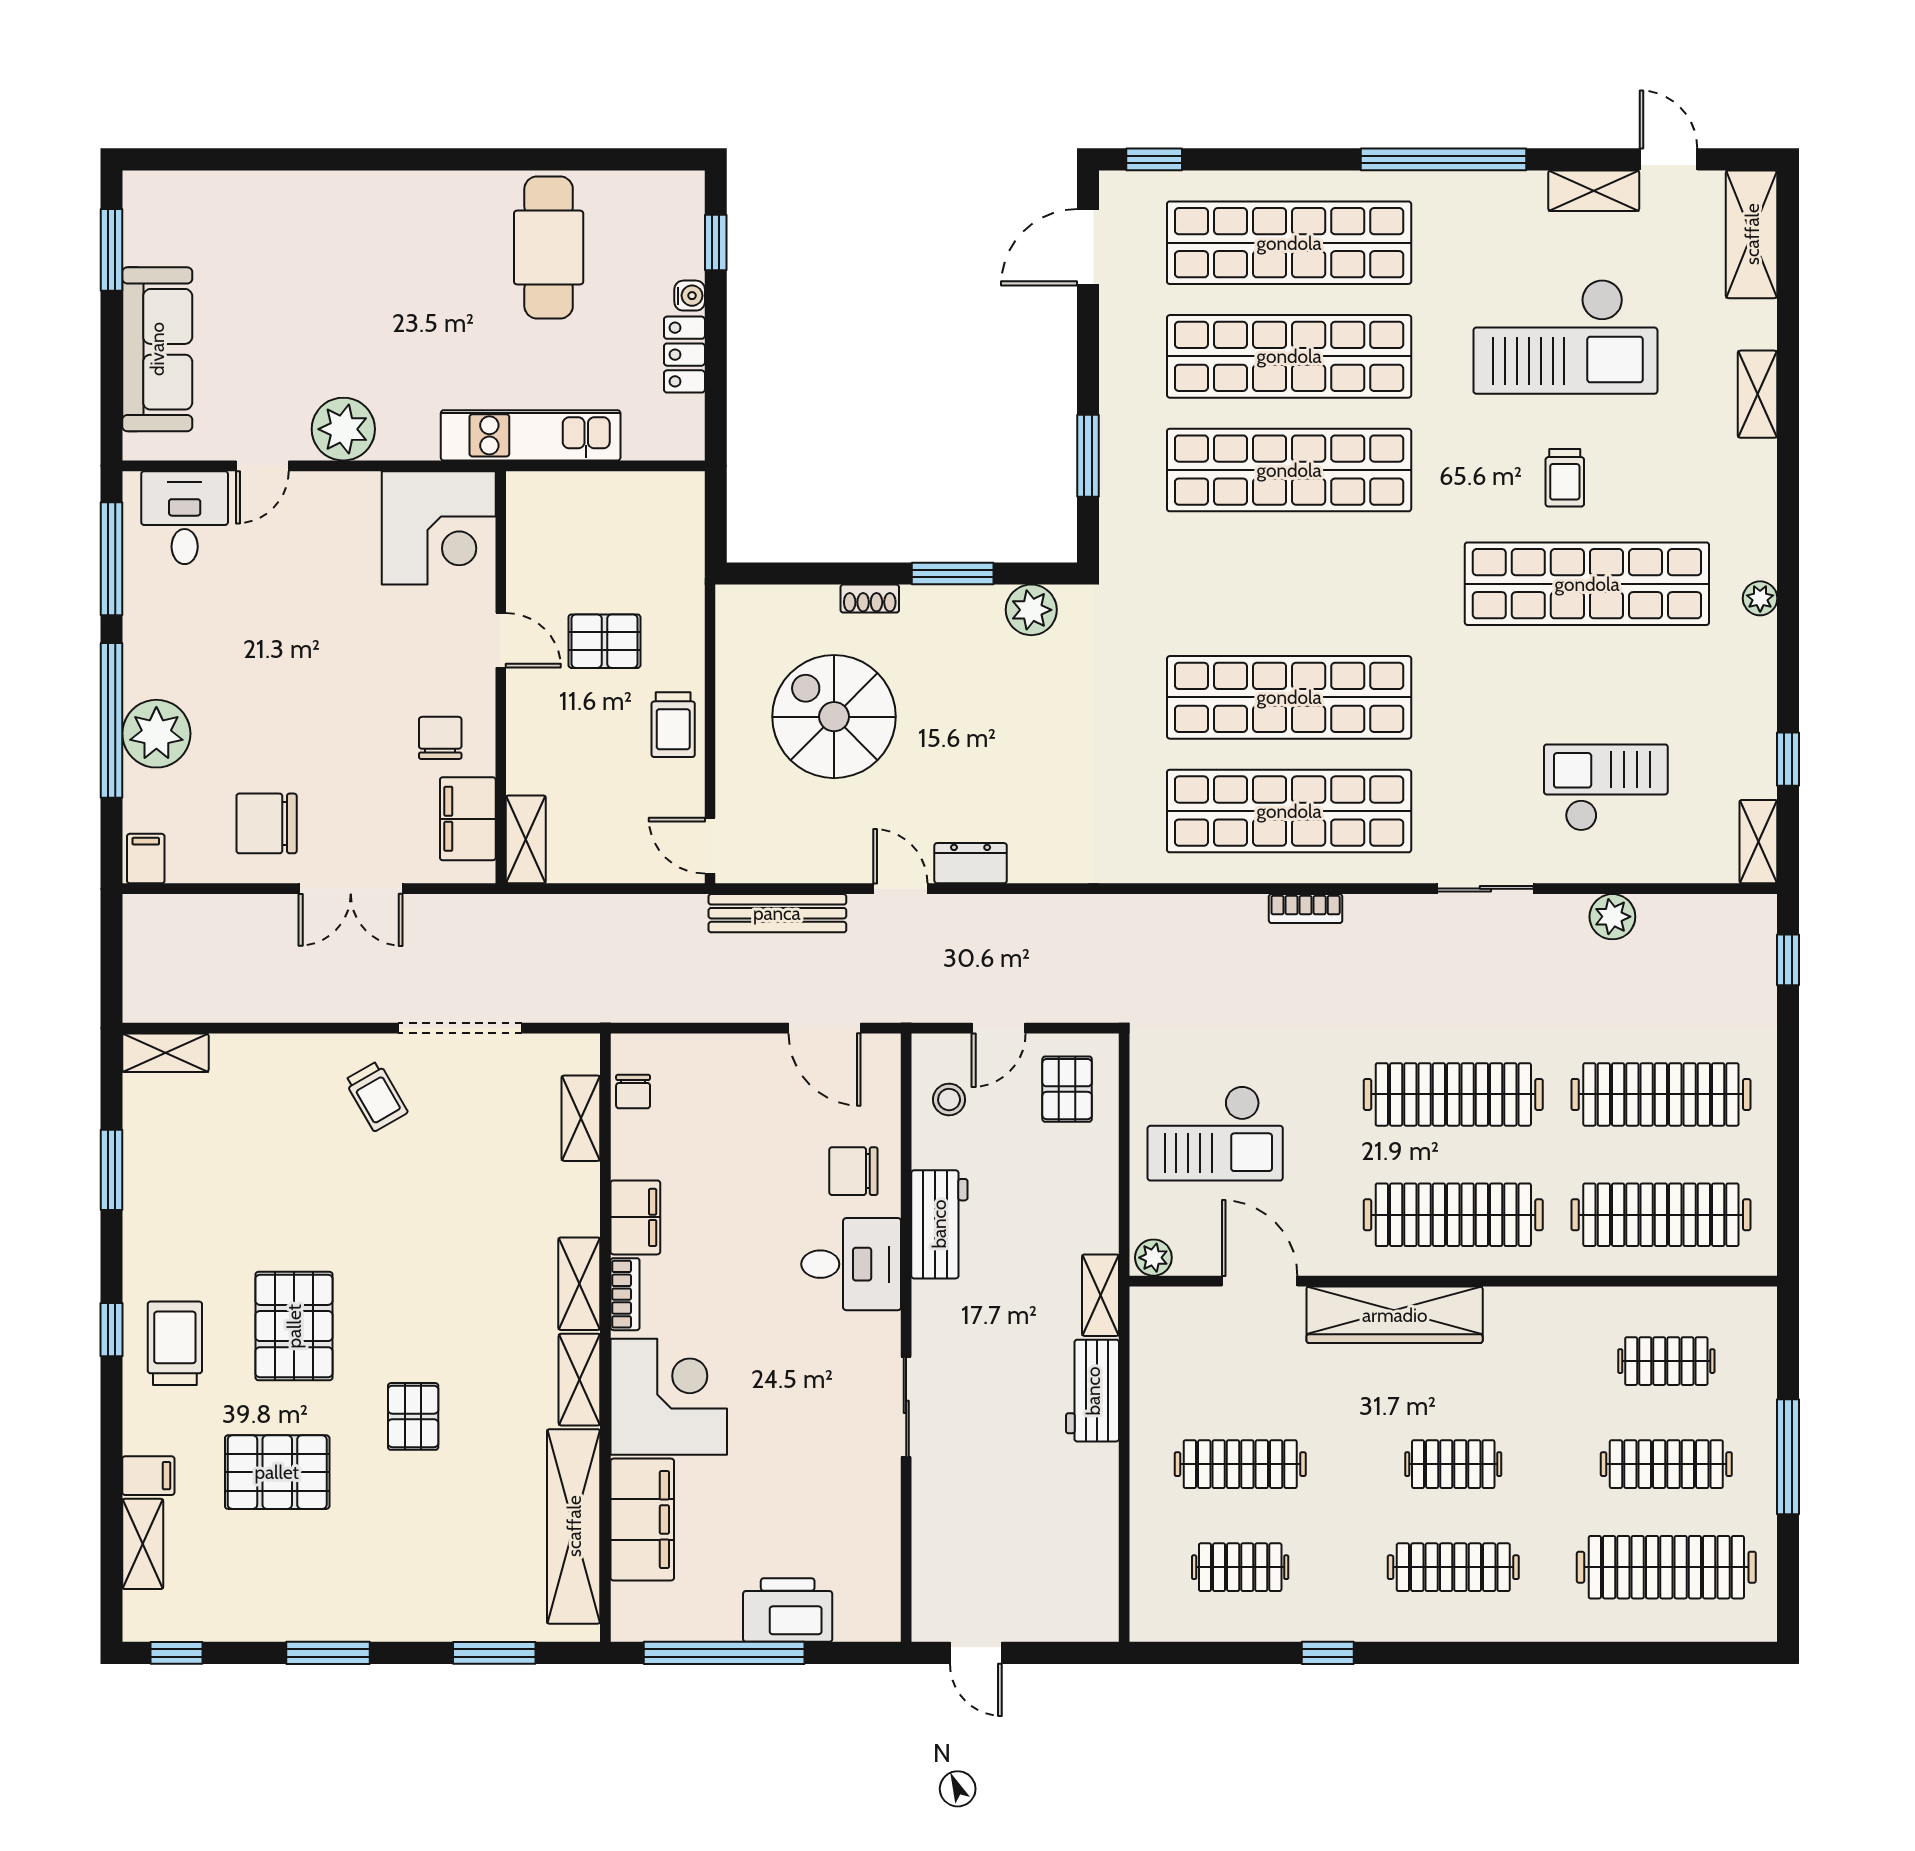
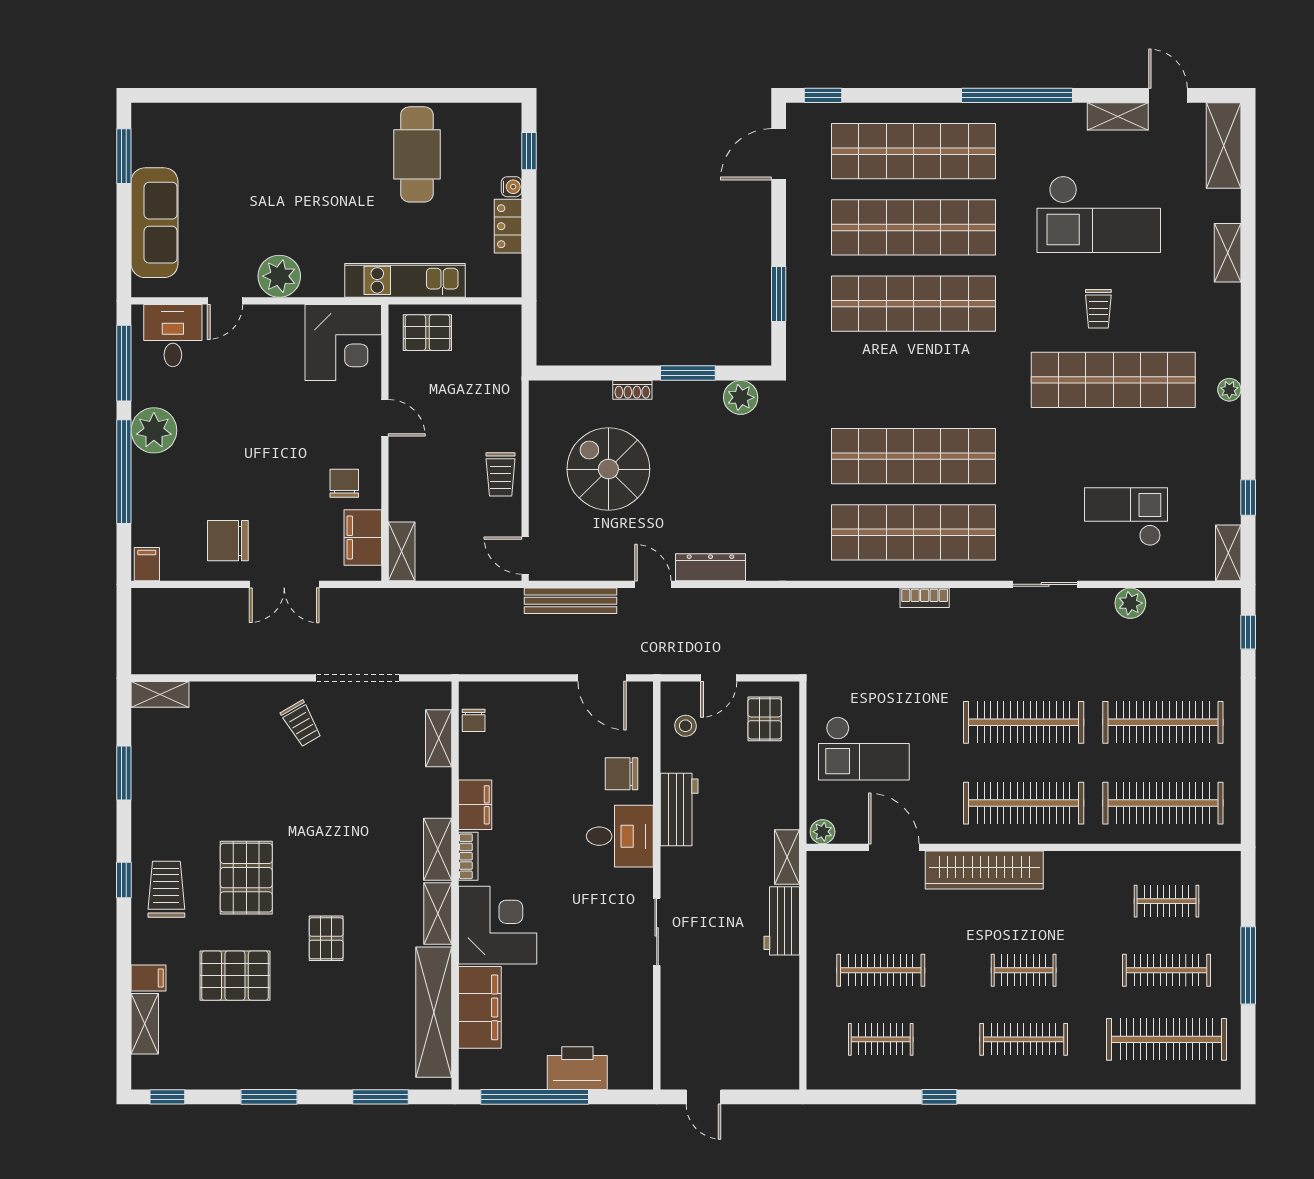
pallet: (604, 641) -> (427, 333), moved
plant: (156, 734) -> (154, 430), moved
dresser: (971, 863) -> (711, 567), width x1.44

